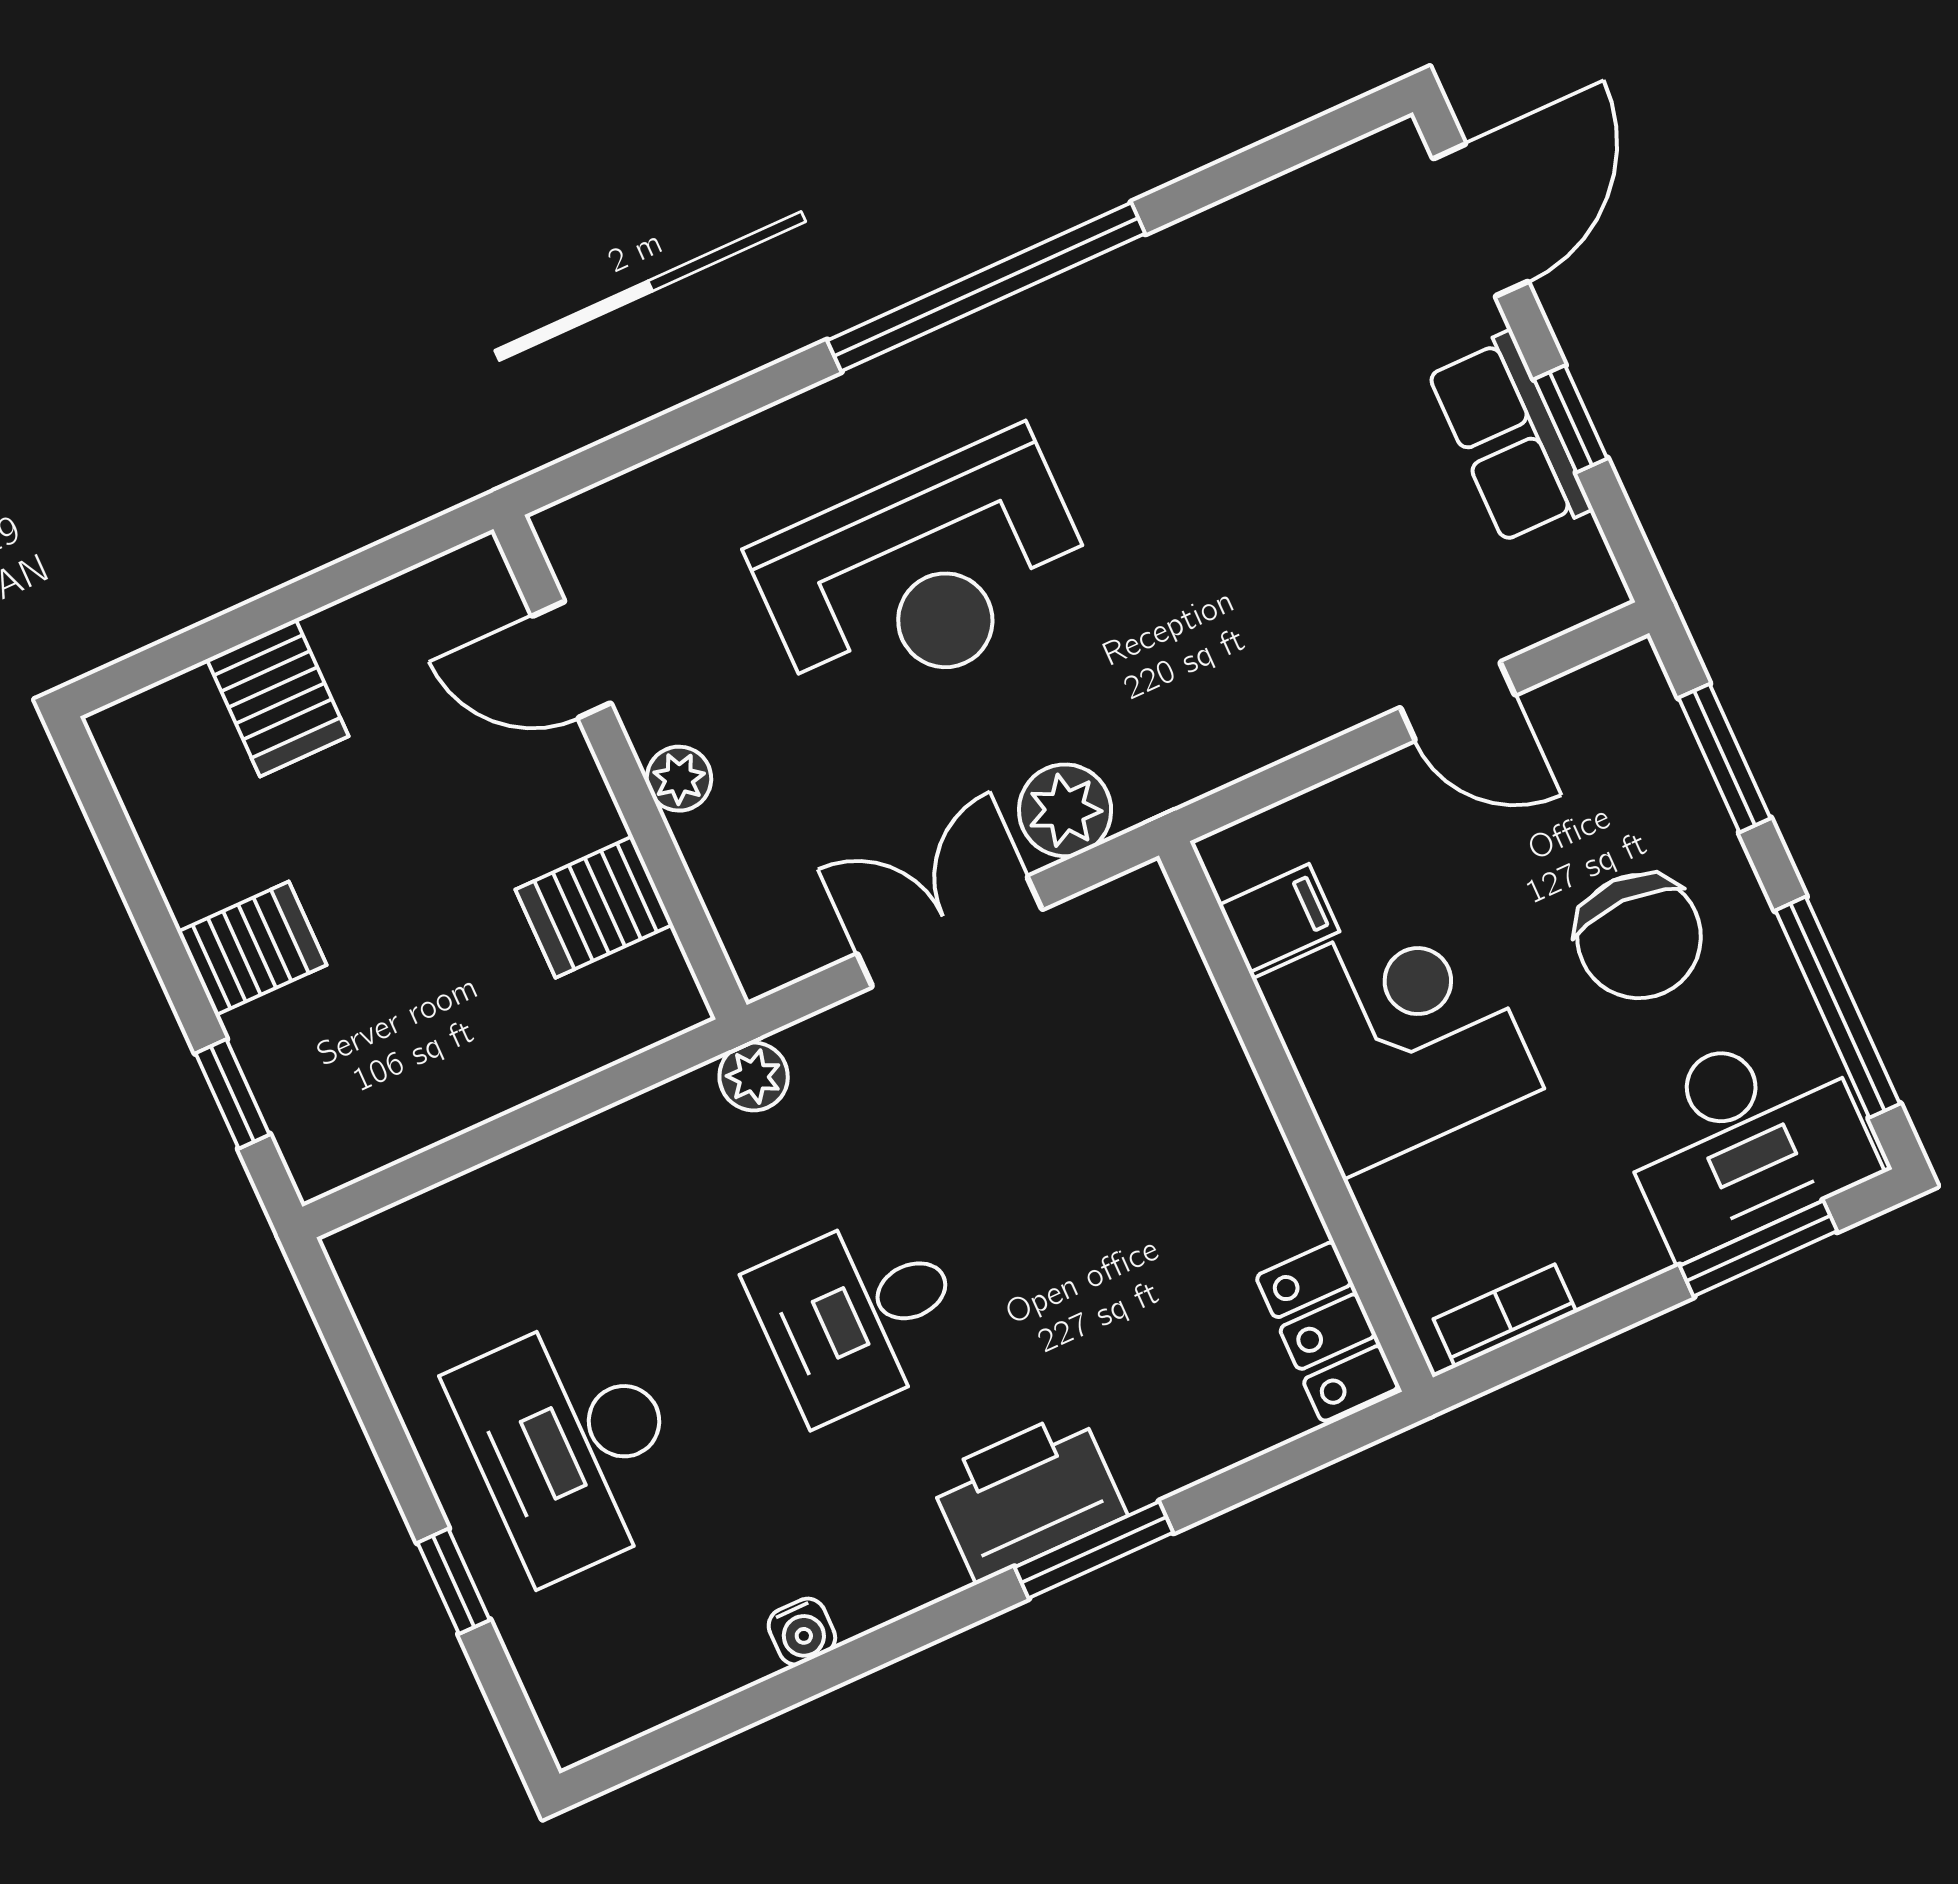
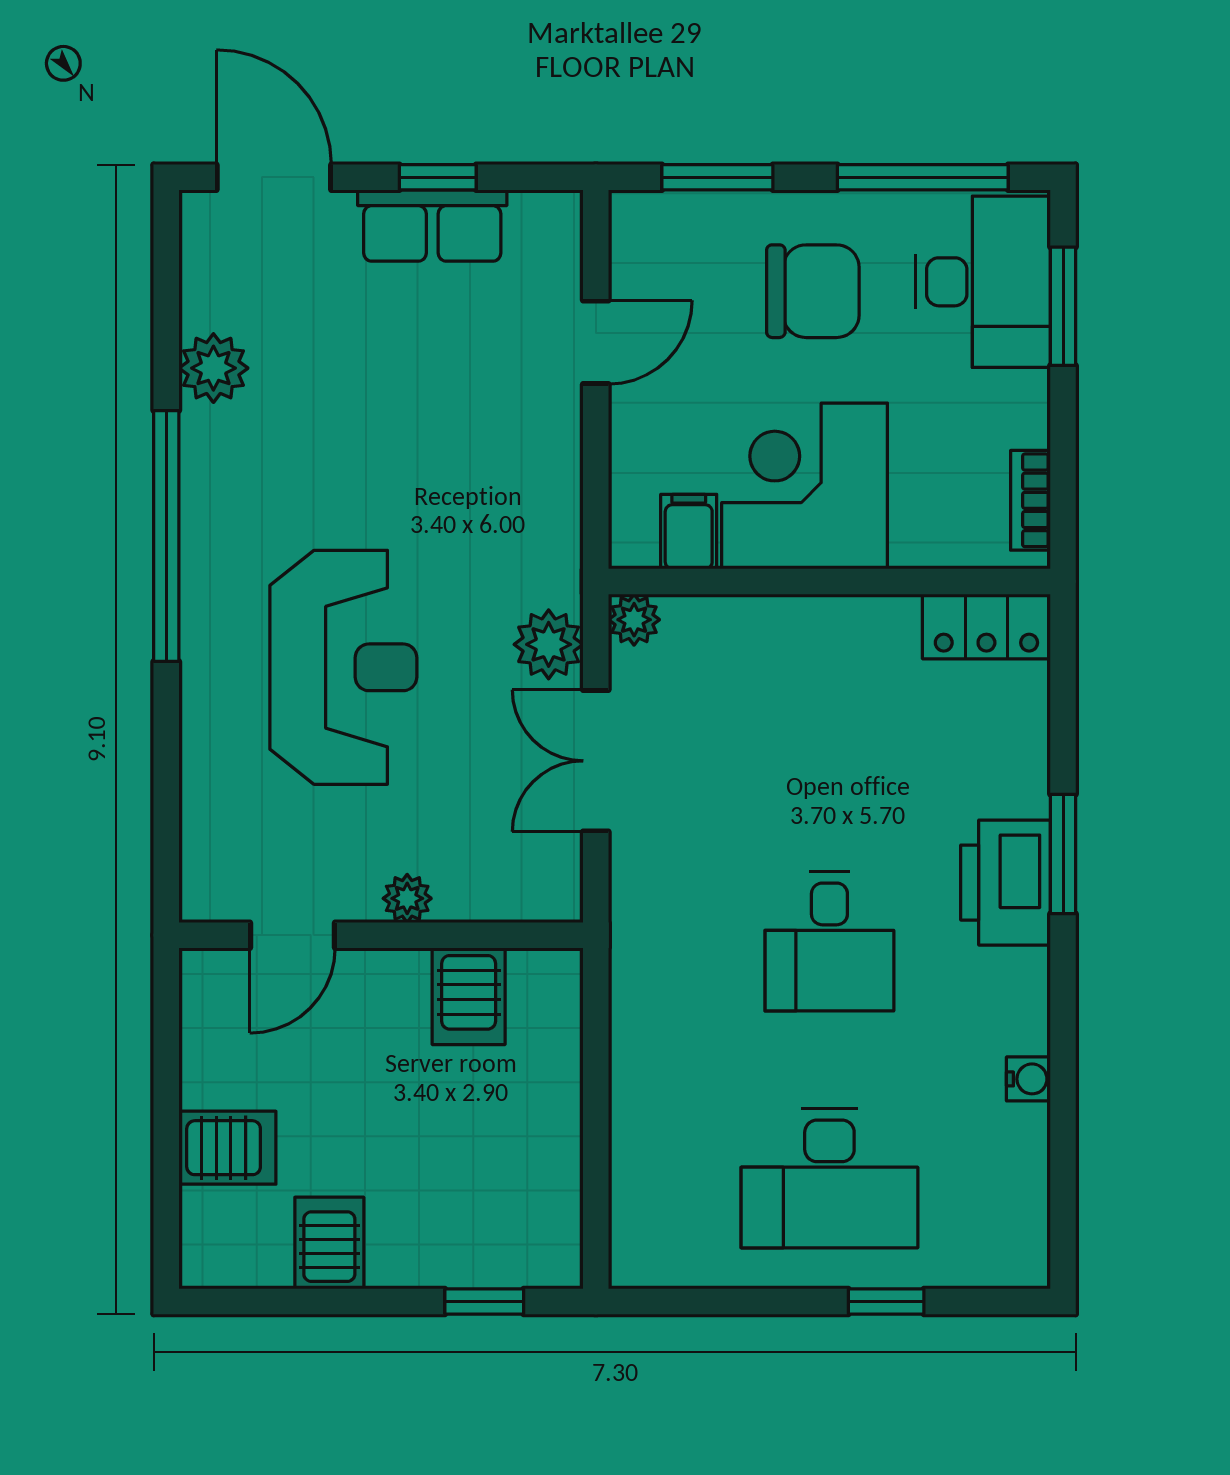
plant: (1216, 252) -> (213, 368), added
server rack: (252, 948) -> (329, 1243), moved
plant: (754, 1077) -> (634, 620), moved

